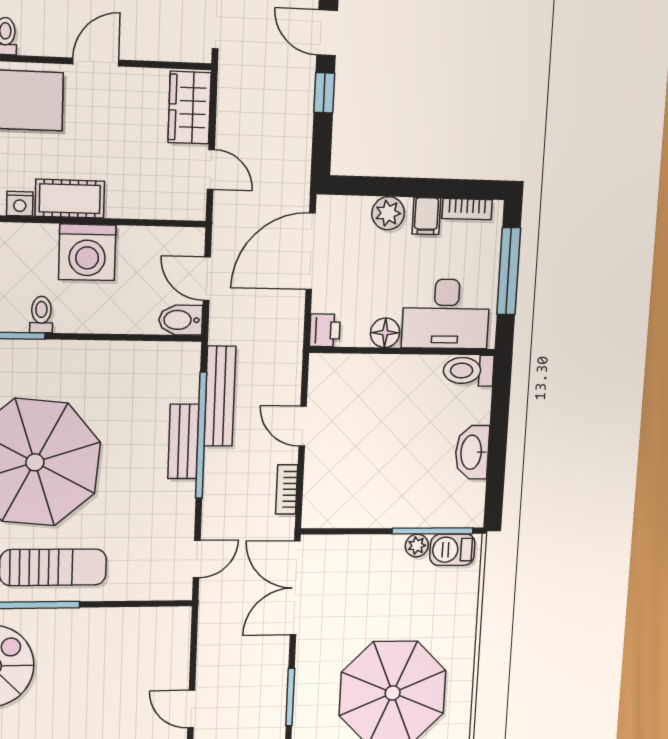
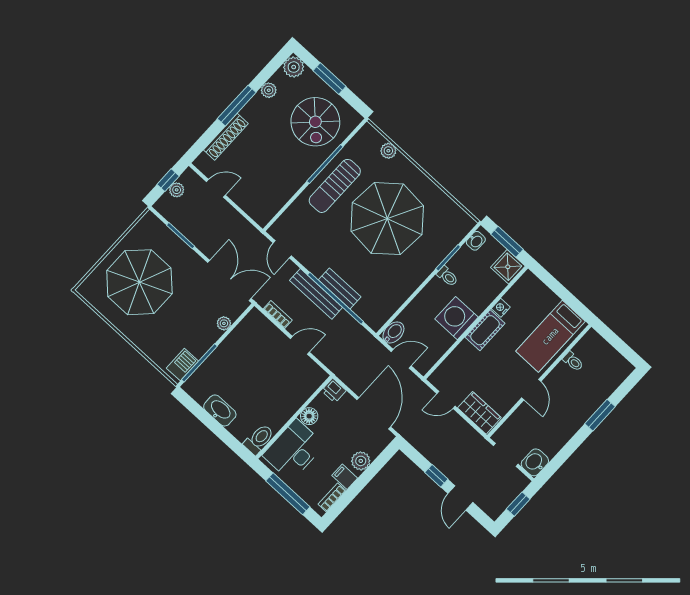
door: (327, 33) -> (460, 498), swing flipped
bench: (220, 396) -> (316, 294), moved
plant: (417, 546) -> (224, 323), moved

